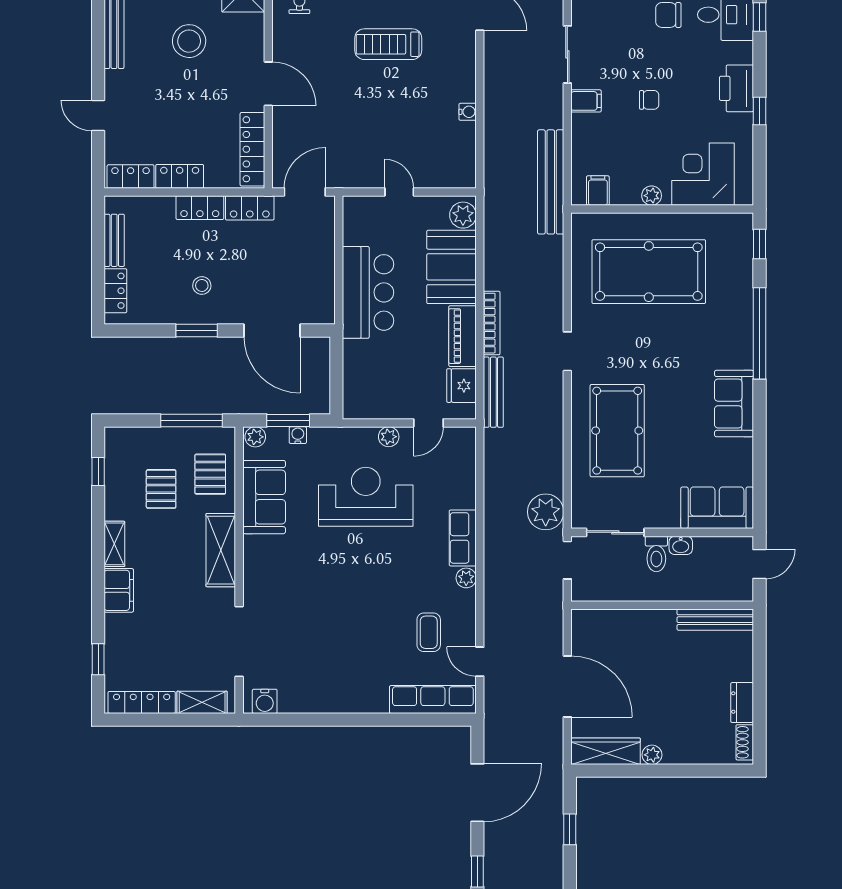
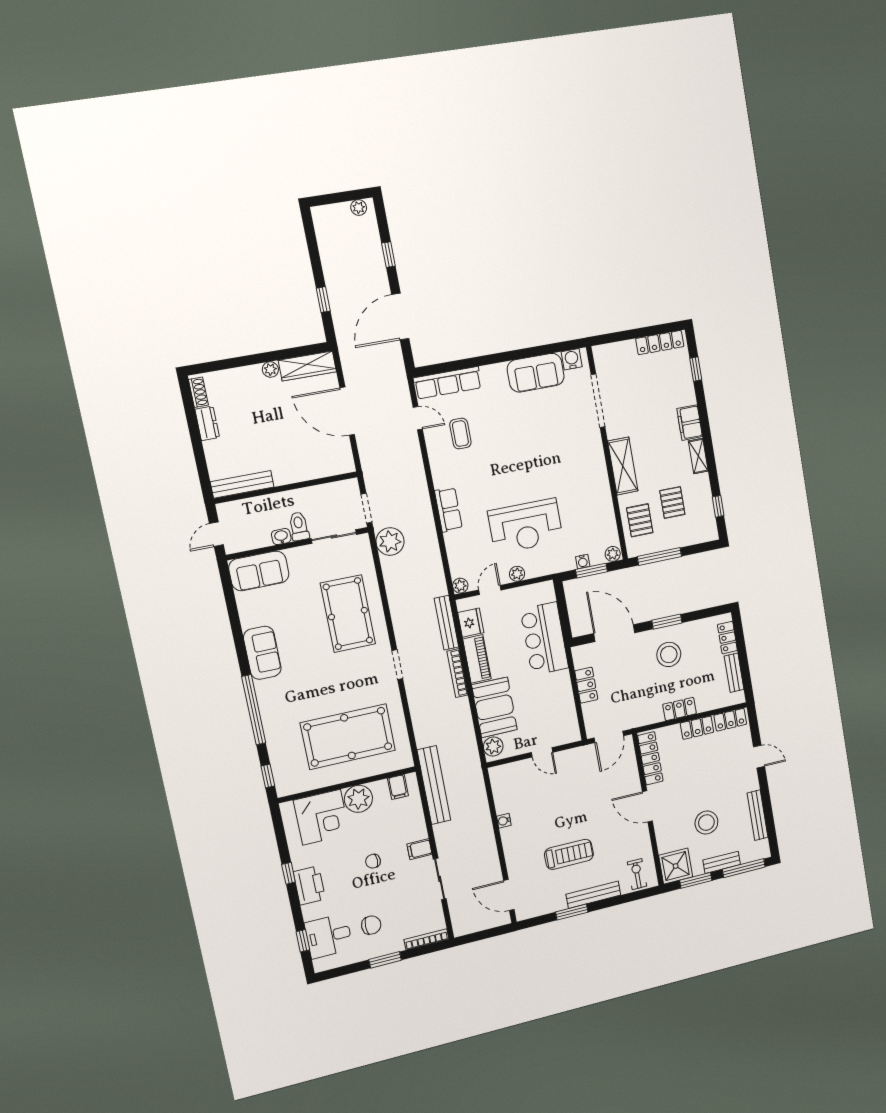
plant: (652, 196) -> (358, 799), width x1.88, depth x1.88
locker: (250, 208) -> (586, 685), moved, turned 90
stool: (202, 285) -> (669, 654), width x1.89, depth x1.89
bar counter: (368, 292) -> (544, 639), moved
sofa: (264, 497) -> (536, 373), moved, turned -90
plant: (466, 578) -> (460, 586), moved
shelving: (202, 702) -> (617, 350), removed

